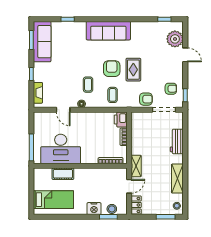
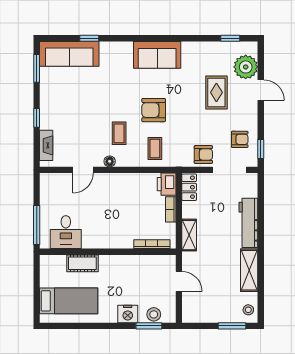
sofa: (108, 31) -> (157, 55), width x0.73
sofa: (42, 42) -> (69, 54), moved, turned 90
armchair: (112, 69) -> (154, 110), turned -90
rug: (133, 70) -> (216, 92), moved
door: (63, 110) -> (83, 170), hinge flipped
workbench: (177, 141) -> (248, 223), width x1.38
desk: (61, 149) -> (66, 232), width x0.53, depth x0.77
shelving: (136, 166) -> (189, 235), moved
door: (129, 186) -> (179, 281), hinge flipped
locker: (136, 205) -> (189, 187), moved

